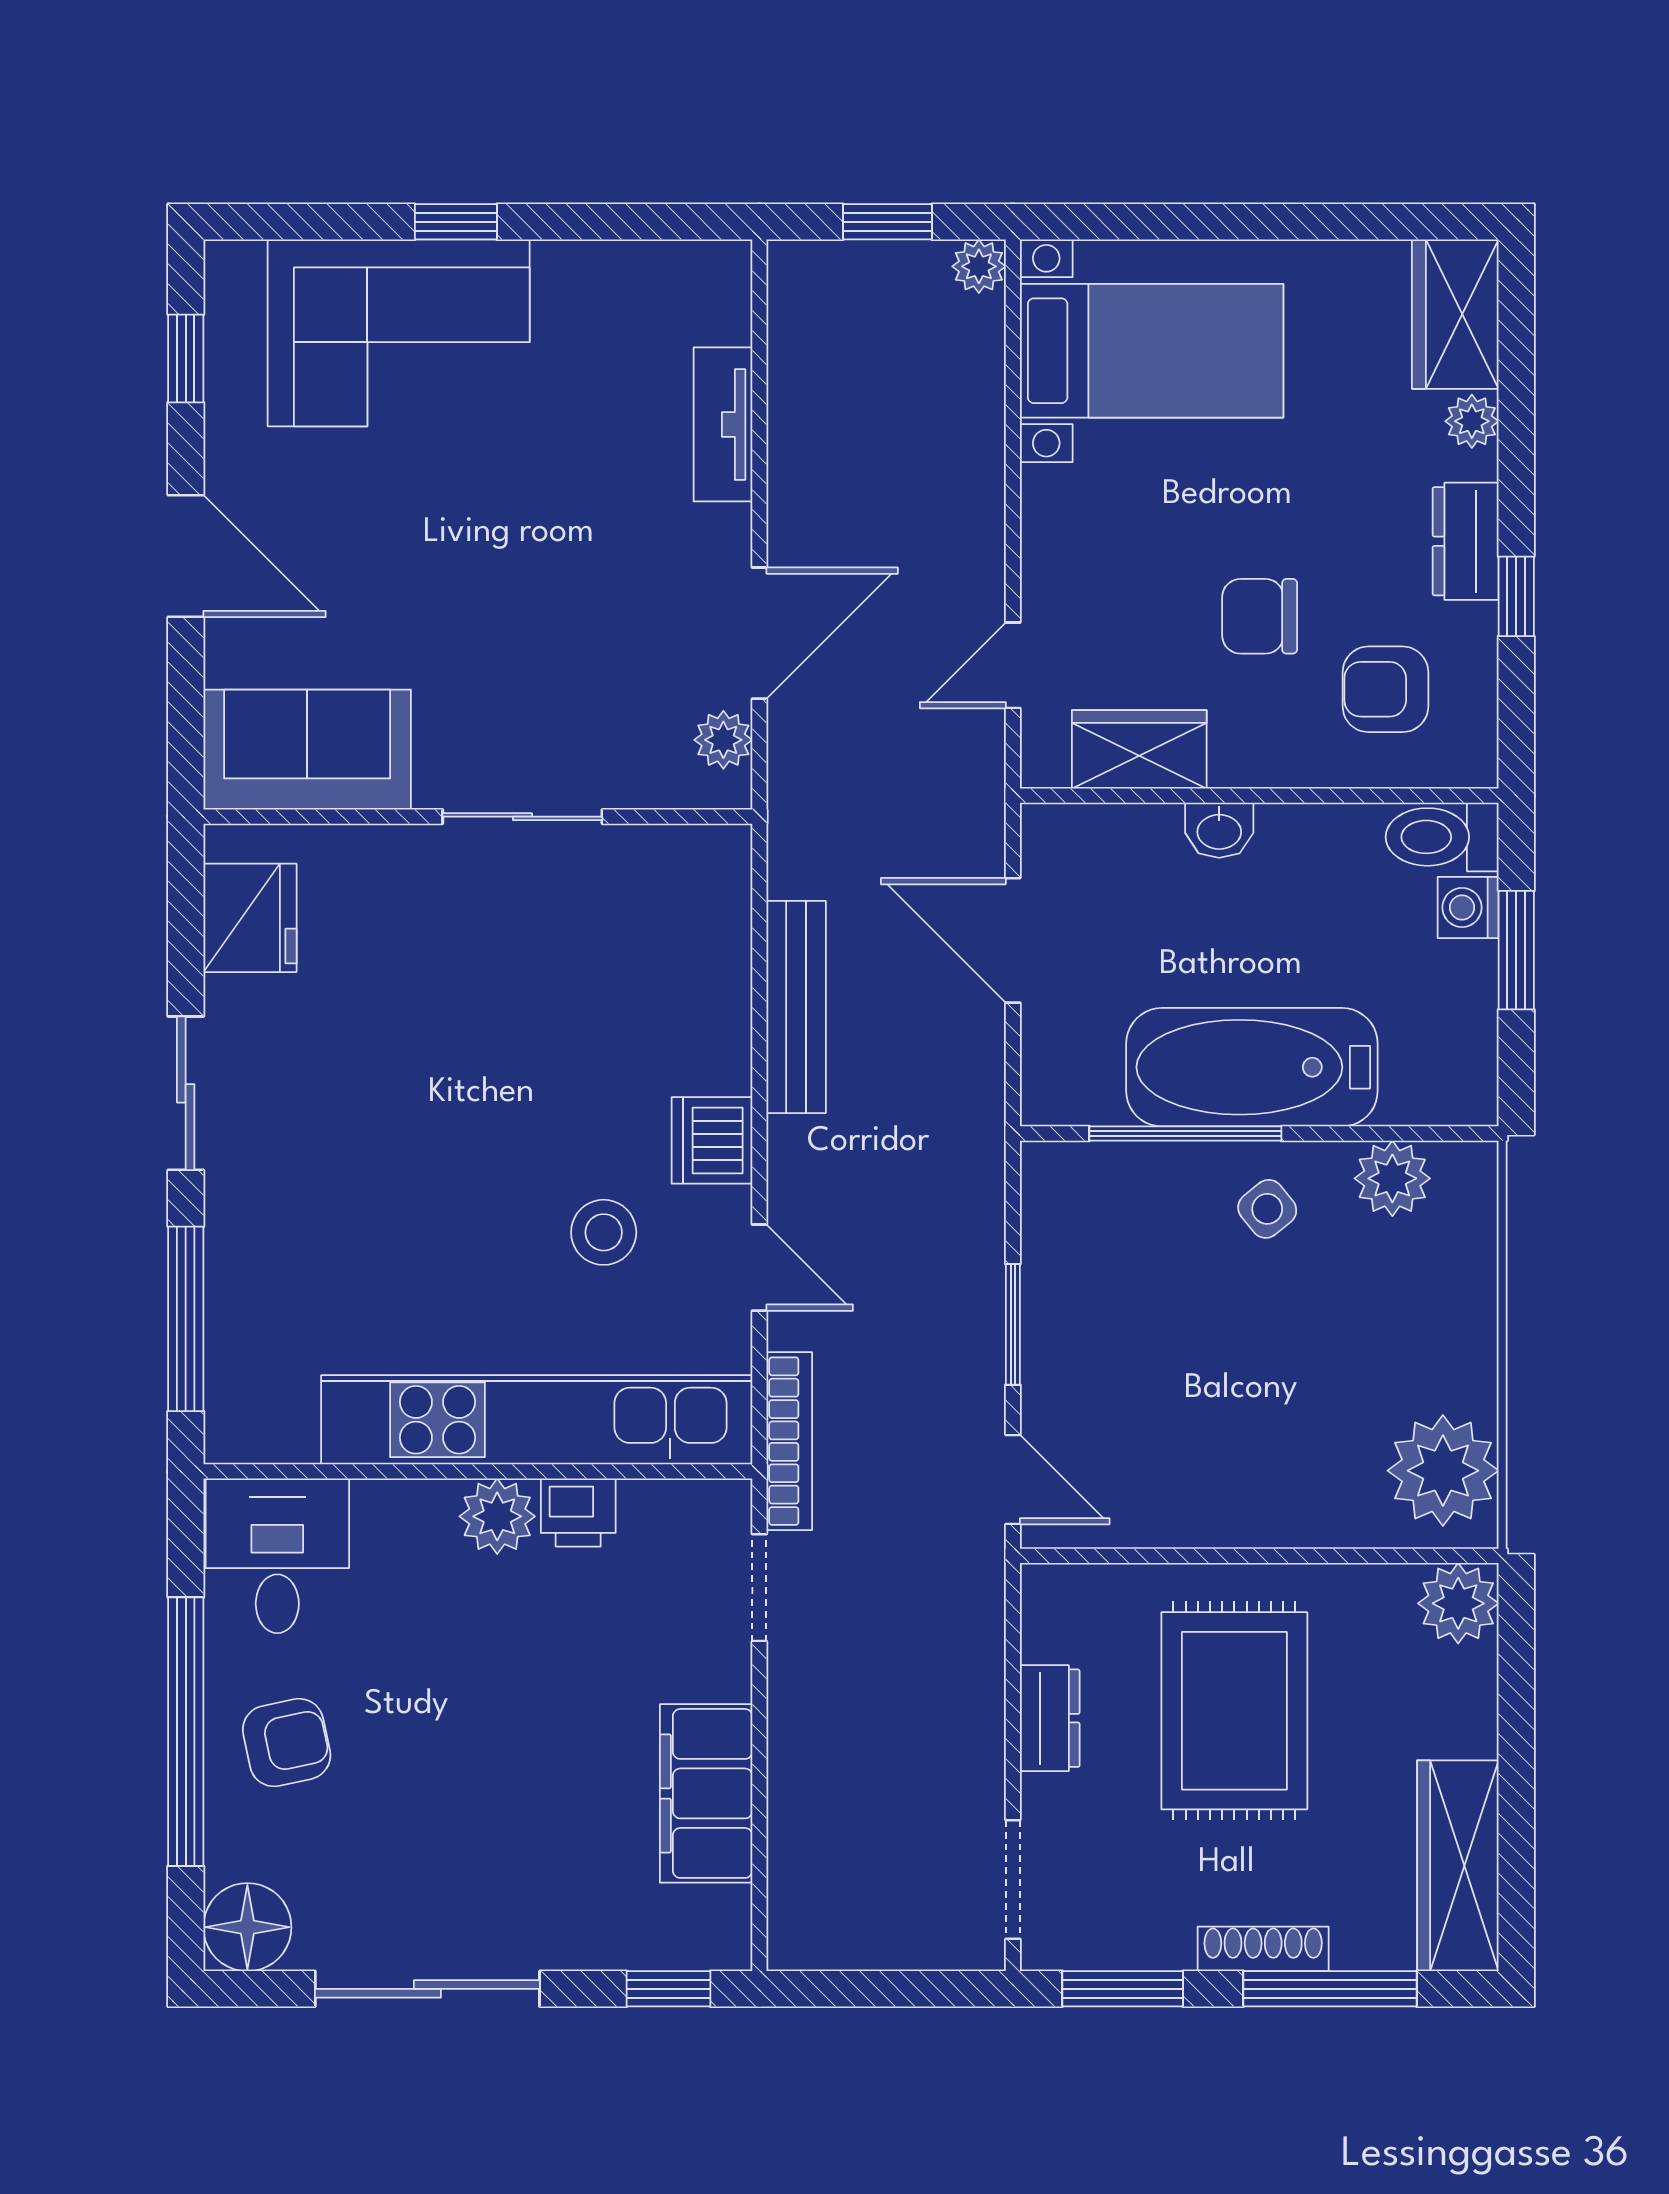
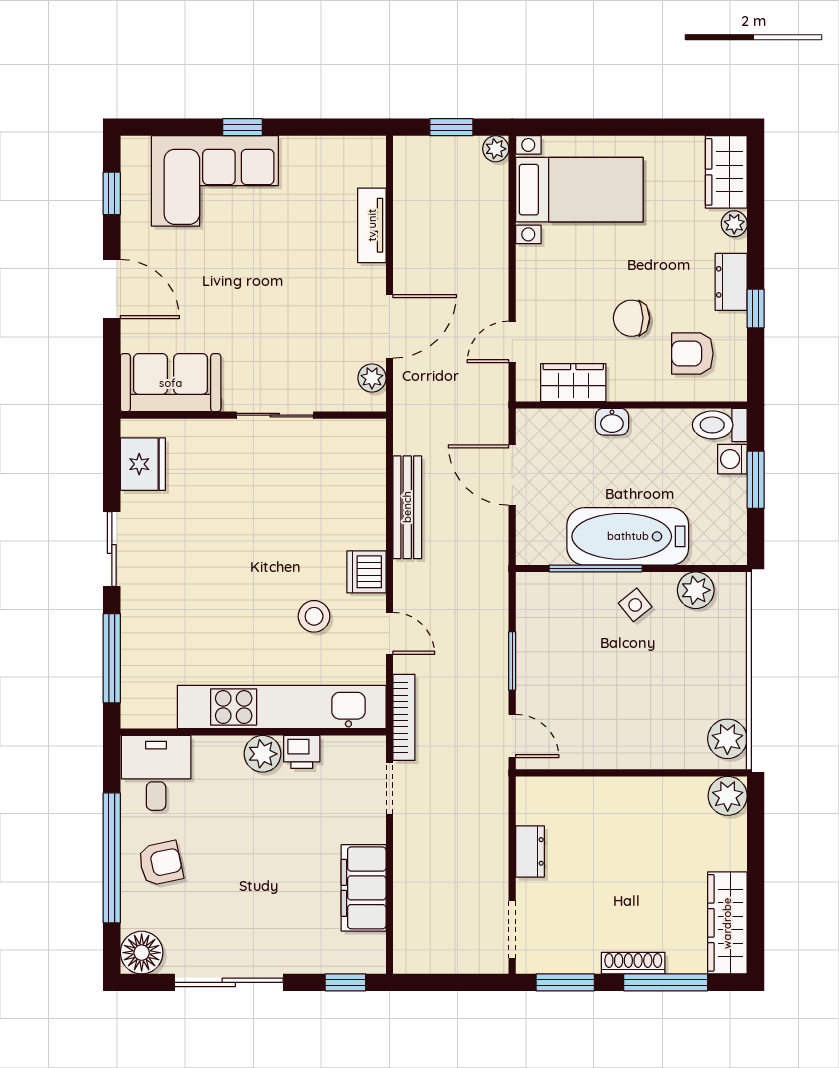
plant: (1443, 1471) -> (727, 739), width x0.73, depth x0.73
rug: (1234, 1711) -> (619, 848), removed

